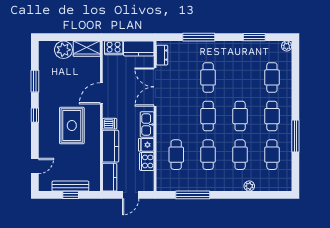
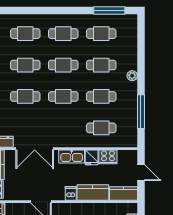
cafe table: (240, 77) -> (25, 65), added
window: (295, 136) -> (109, 10), moved
plant: (249, 186) -> (132, 76), moved

